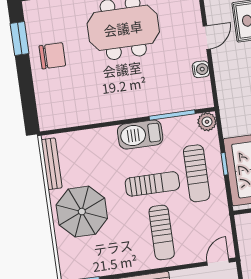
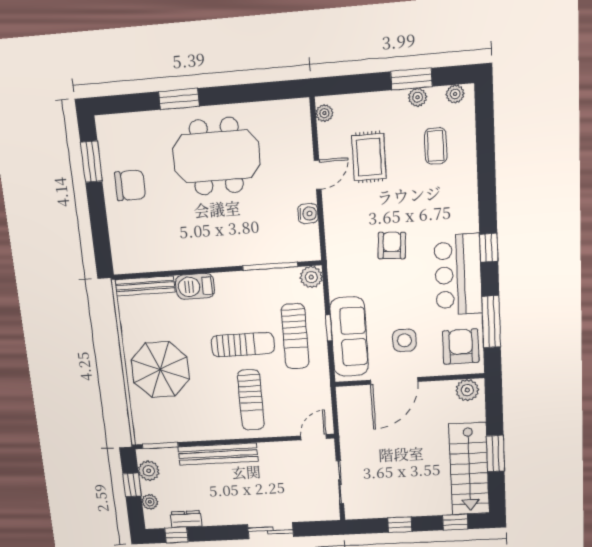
barbecue: (140, 135) -> (195, 286), moved, width x0.73, depth x0.83
bench: (52, 164) -> (145, 286), moved, turned 90

